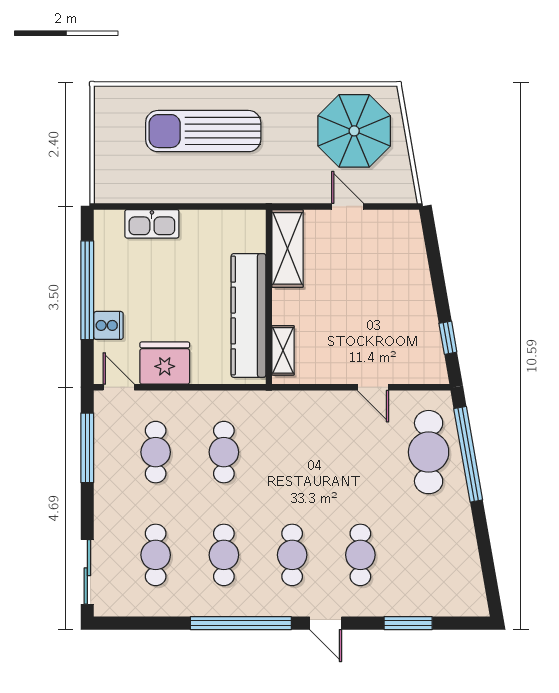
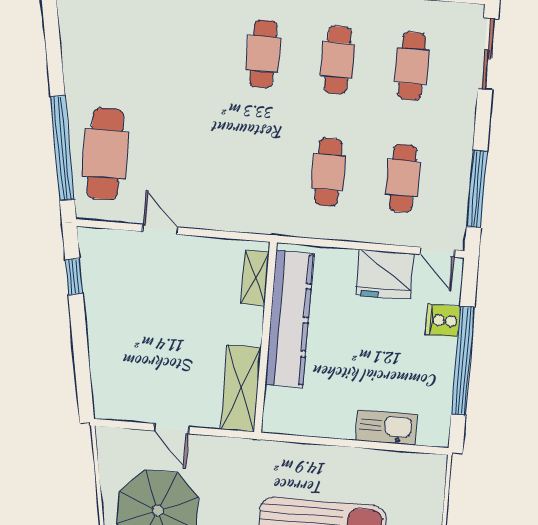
cafe table: (360, 555) -> (189, 48), removed

